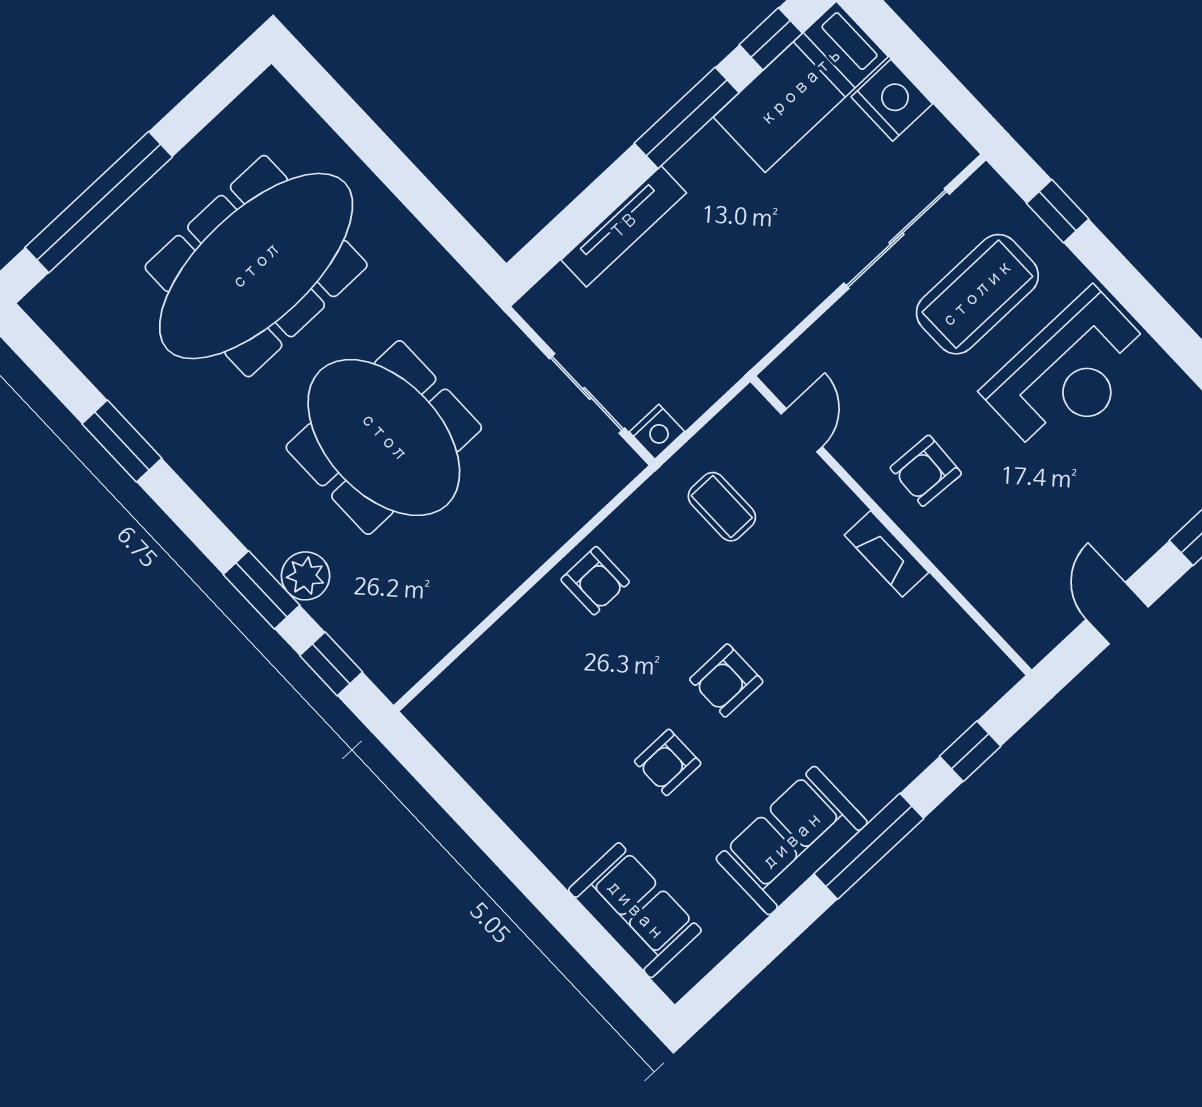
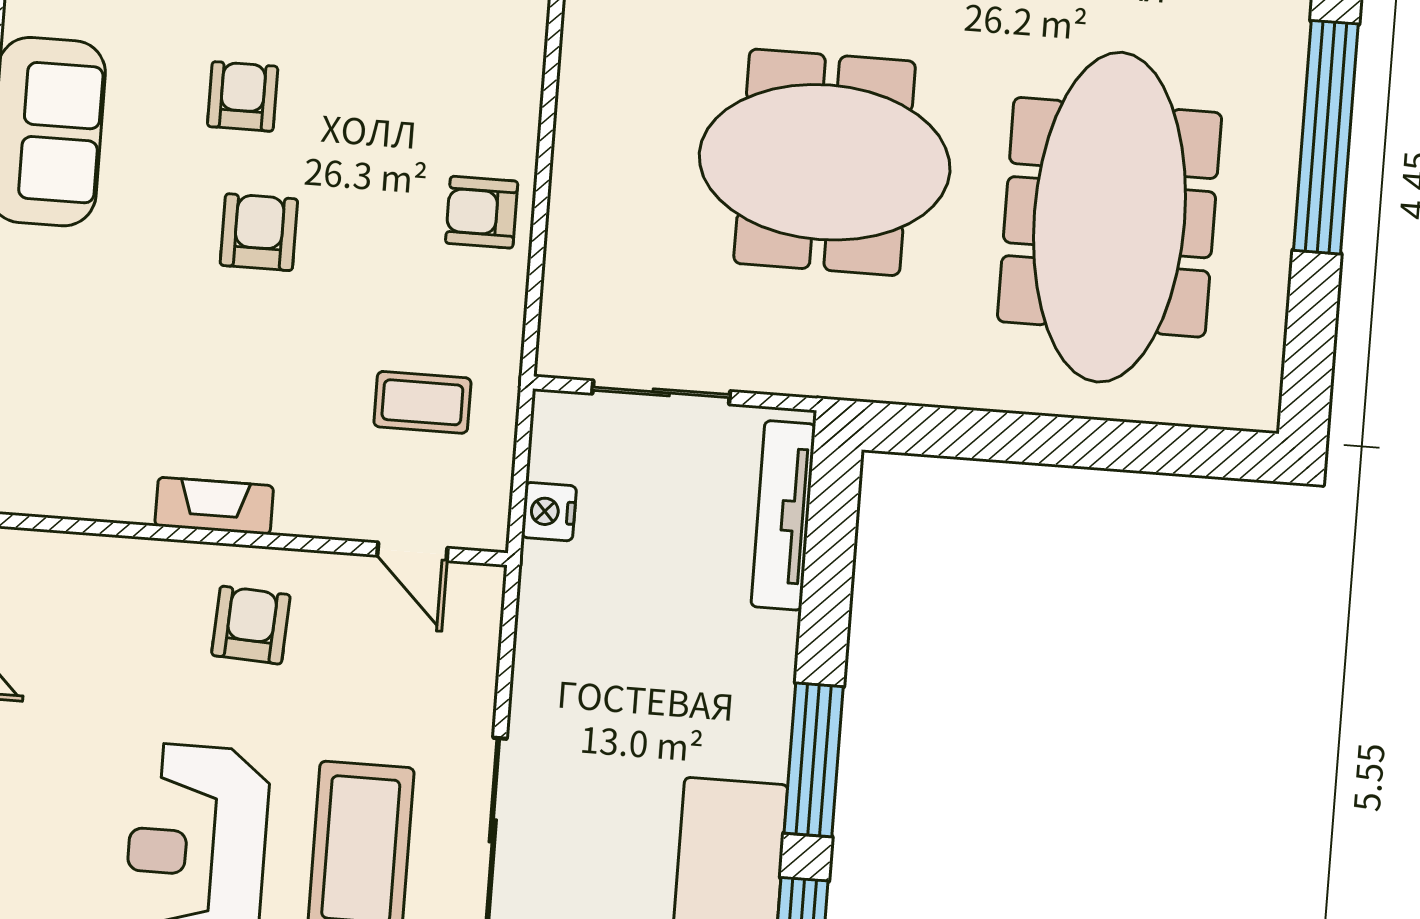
tv unit: (624, 226) -> (783, 515), moved
nightstand: (657, 432) -> (549, 512), moved

